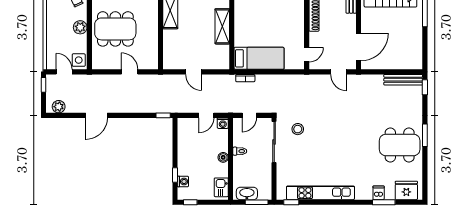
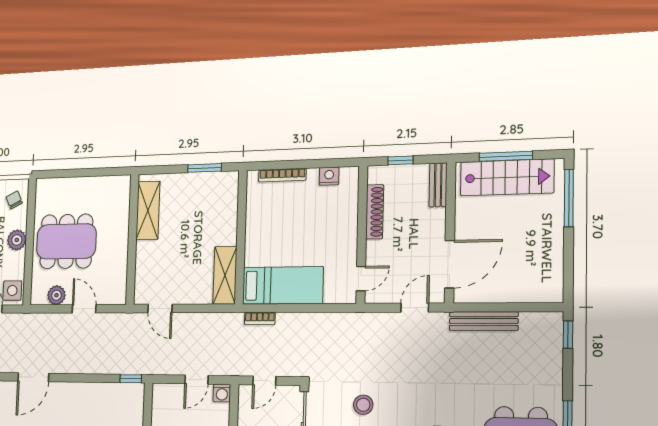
shelving: (222, 26) -> (225, 275), moved
plant: (110, 63) -> (56, 295), added
door: (194, 72) -> (160, 308), moved
door: (339, 72) -> (415, 308), swing flipped
bench: (403, 80) -> (484, 321), moved
stool: (298, 129) -> (363, 405), moved

